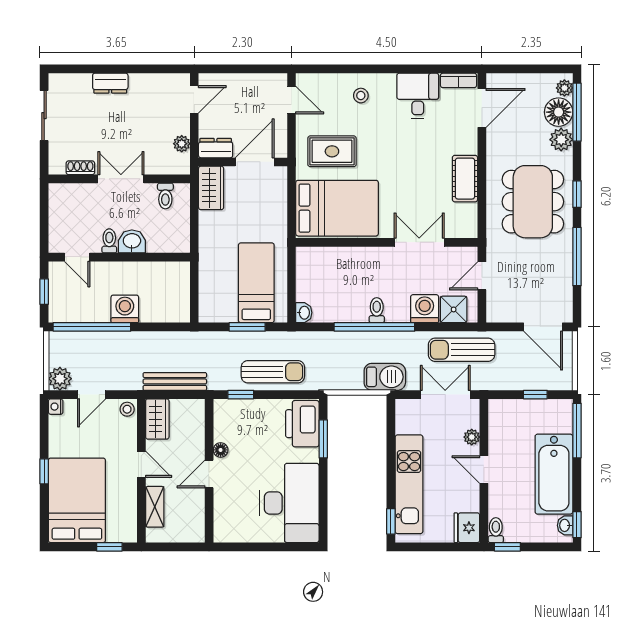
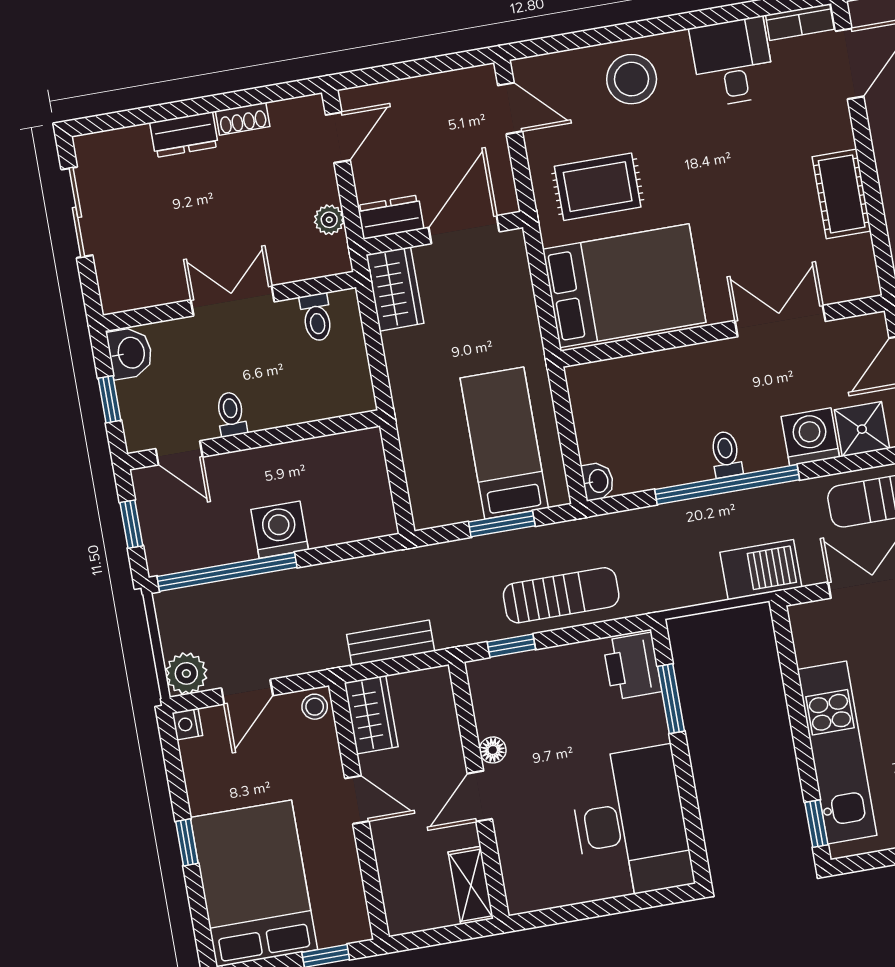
stool: (361, 96) -> (632, 79), width x1.89, depth x1.89
shoe rack: (80, 168) -> (243, 119), moved, turned 180
window: (44, 221) -> (110, 399), added
washbasin: (132, 241) -> (130, 353), moved, turned 90
bench: (175, 381) -> (391, 643), width x0.73
printer: (302, 424) -> (632, 666), width x0.73, depth x0.84
shelving: (155, 507) -> (471, 885), moved

